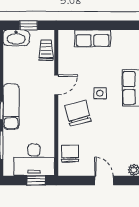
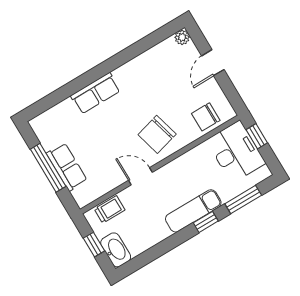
window: (100, 25) -> (48, 168), added
trolley: (46, 50) -> (110, 209), turned 180
side table: (100, 93) -> (121, 124), removed

